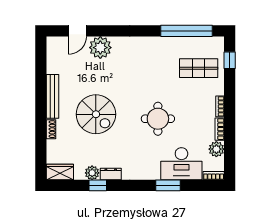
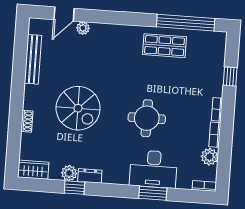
plant: (100, 48) -> (83, 28), width x0.53, depth x0.53
window: (230, 60) -> (230, 76), moved
shop shelf: (199, 68) -> (164, 46), moved
bench: (53, 96) -> (33, 59), moved
desk: (181, 164) -> (153, 169), moved

